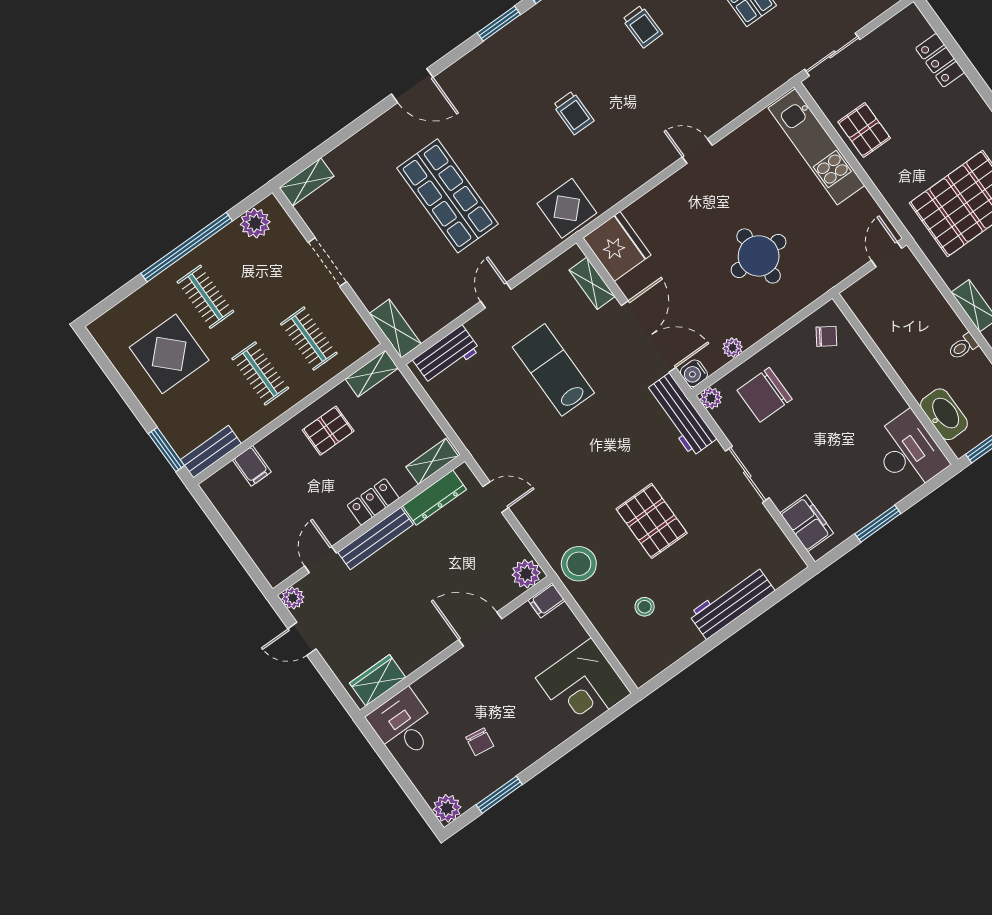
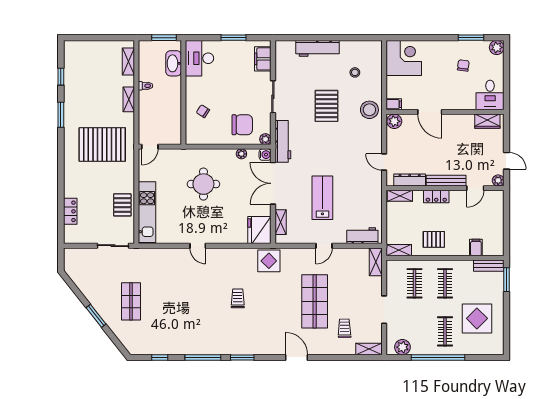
trolley: (642, 27) -> (344, 328), moved
chair: (826, 336) -> (203, 111), moved
lab bench: (553, 370) -> (322, 198), turned 180

